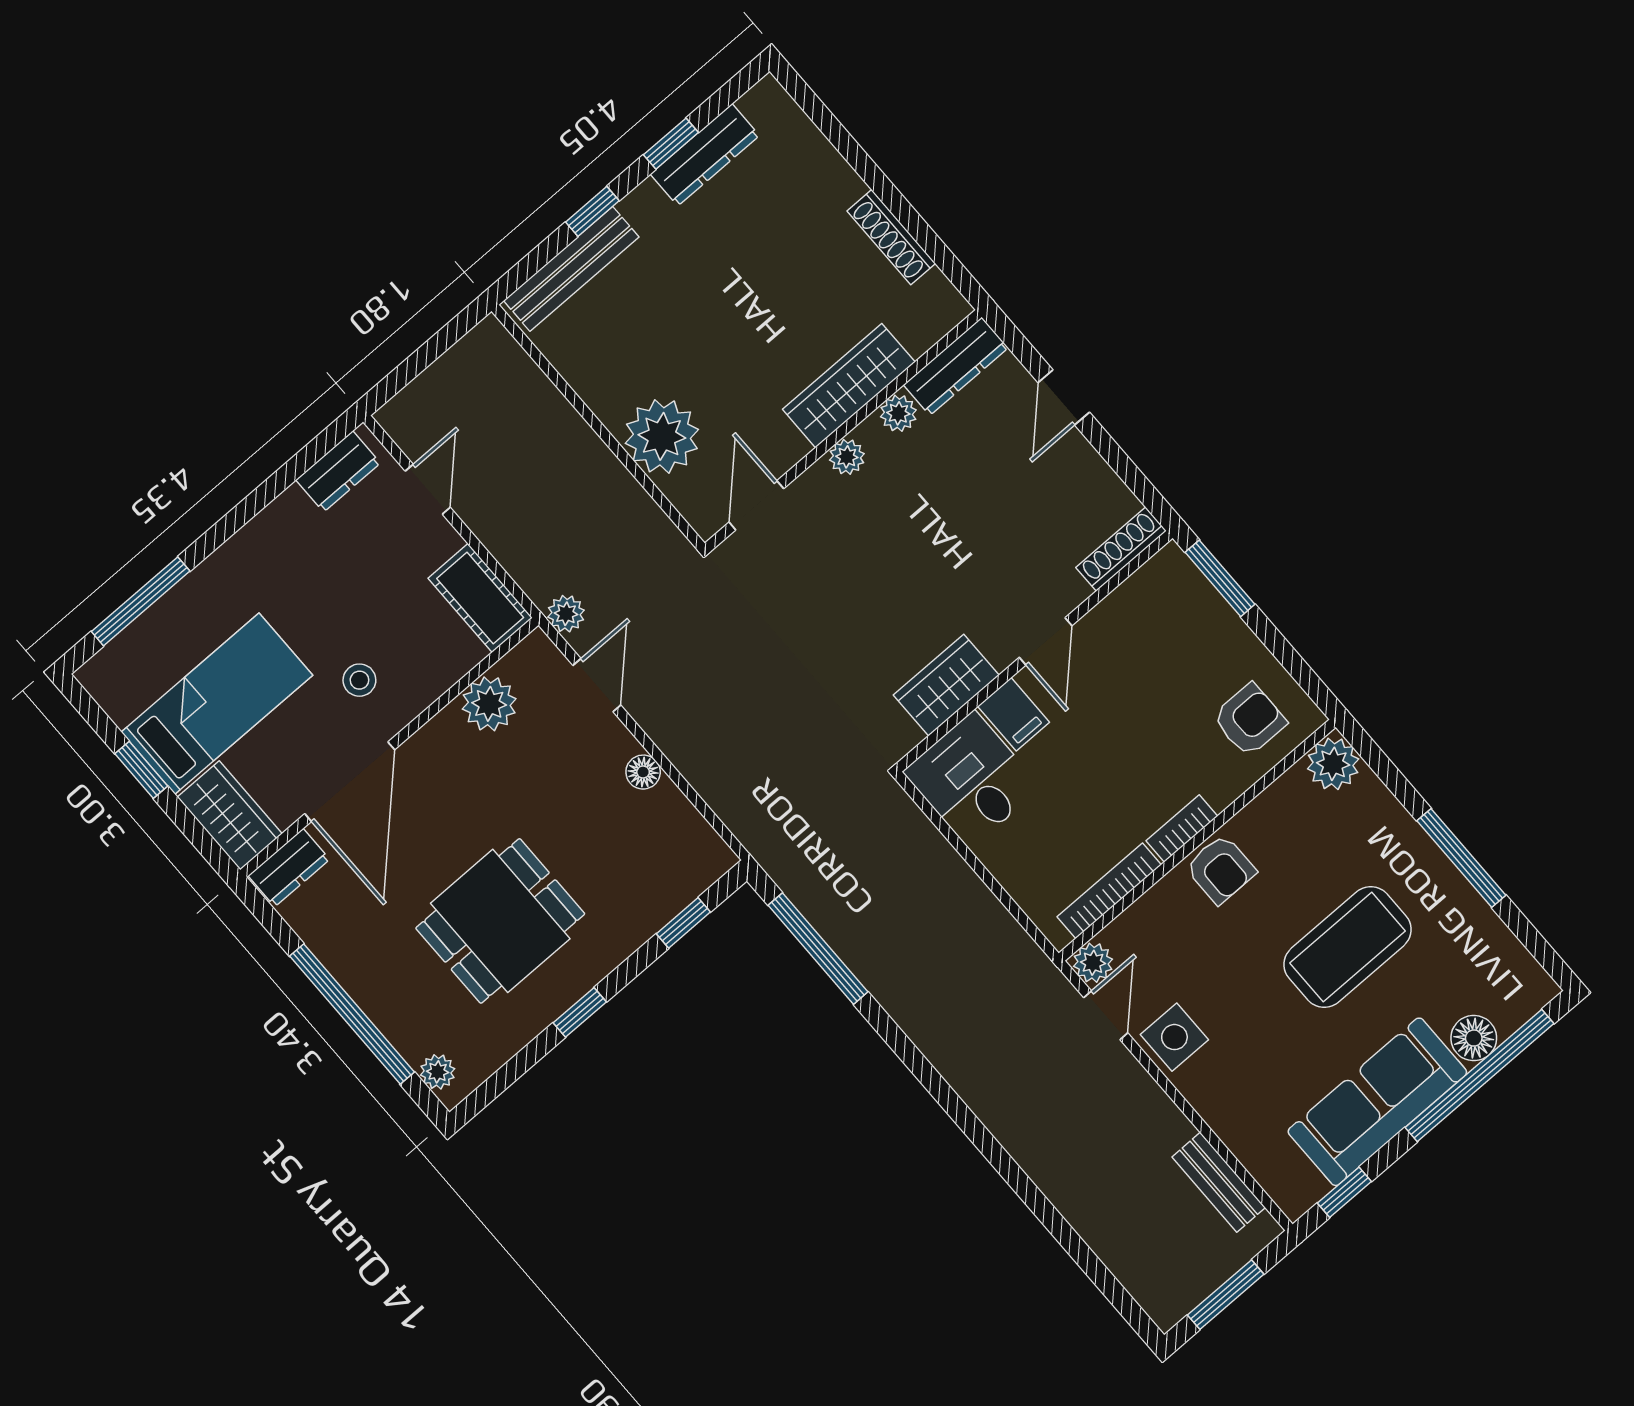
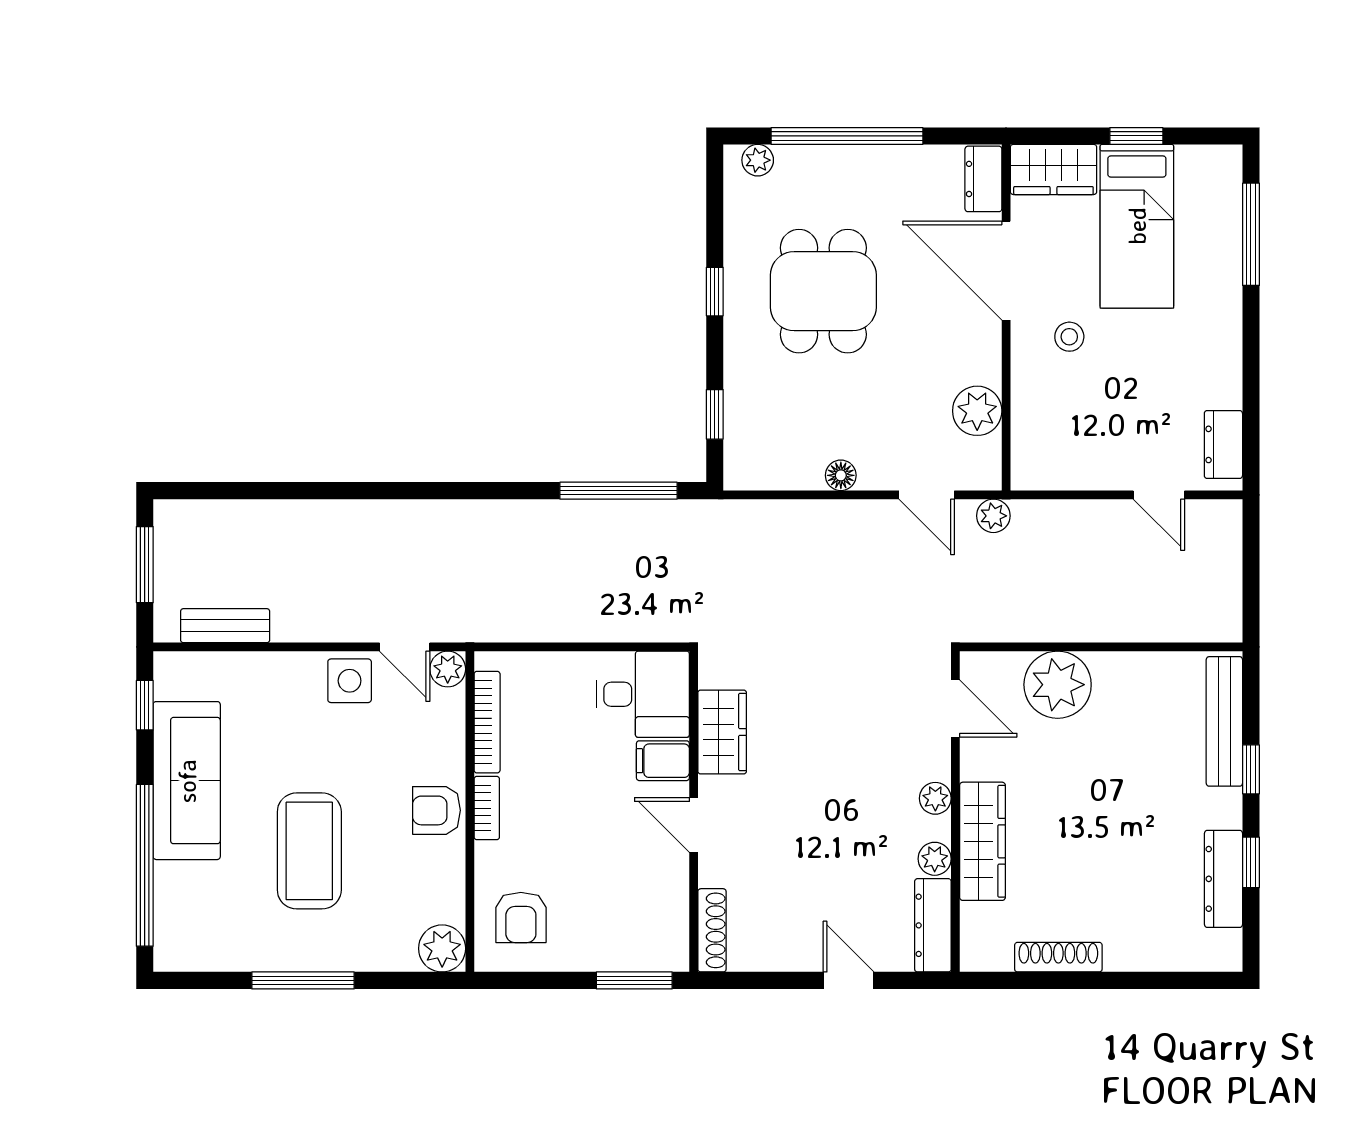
cot: (480, 598) -> (1054, 467), removed
floor lamp: (1474, 1038) -> (174, 883), removed

